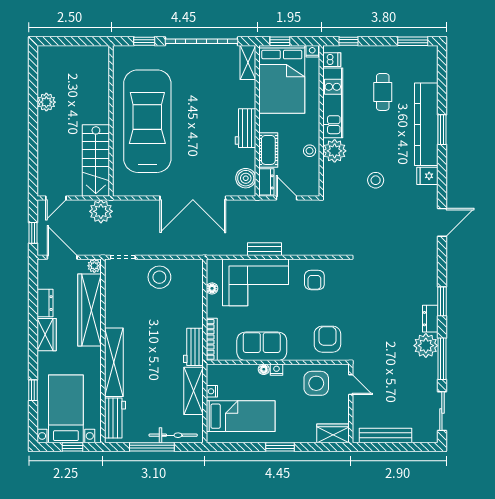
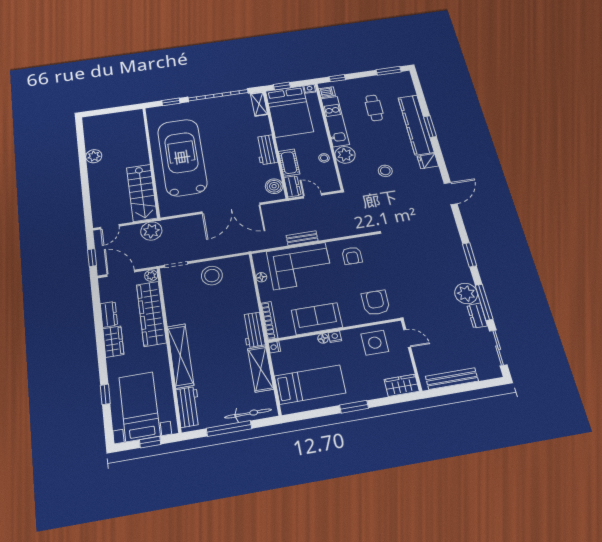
dresser: (430, 319) -> (477, 316), moved
nightstand: (212, 391) -> (274, 347), moved

